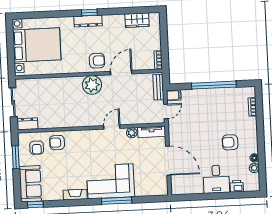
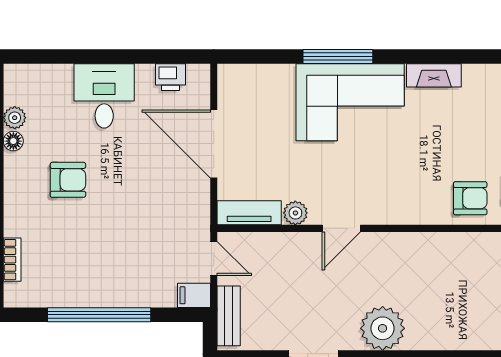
door: (166, 111) -> (214, 259), swing flipped
printer: (237, 186) -> (170, 77), moved

